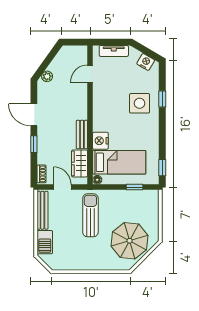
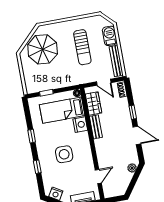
side table: (140, 103) -> (64, 154), moved
window: (162, 168) -> (32, 136), moved
sun lounger: (90, 215) -> (82, 47), moved

